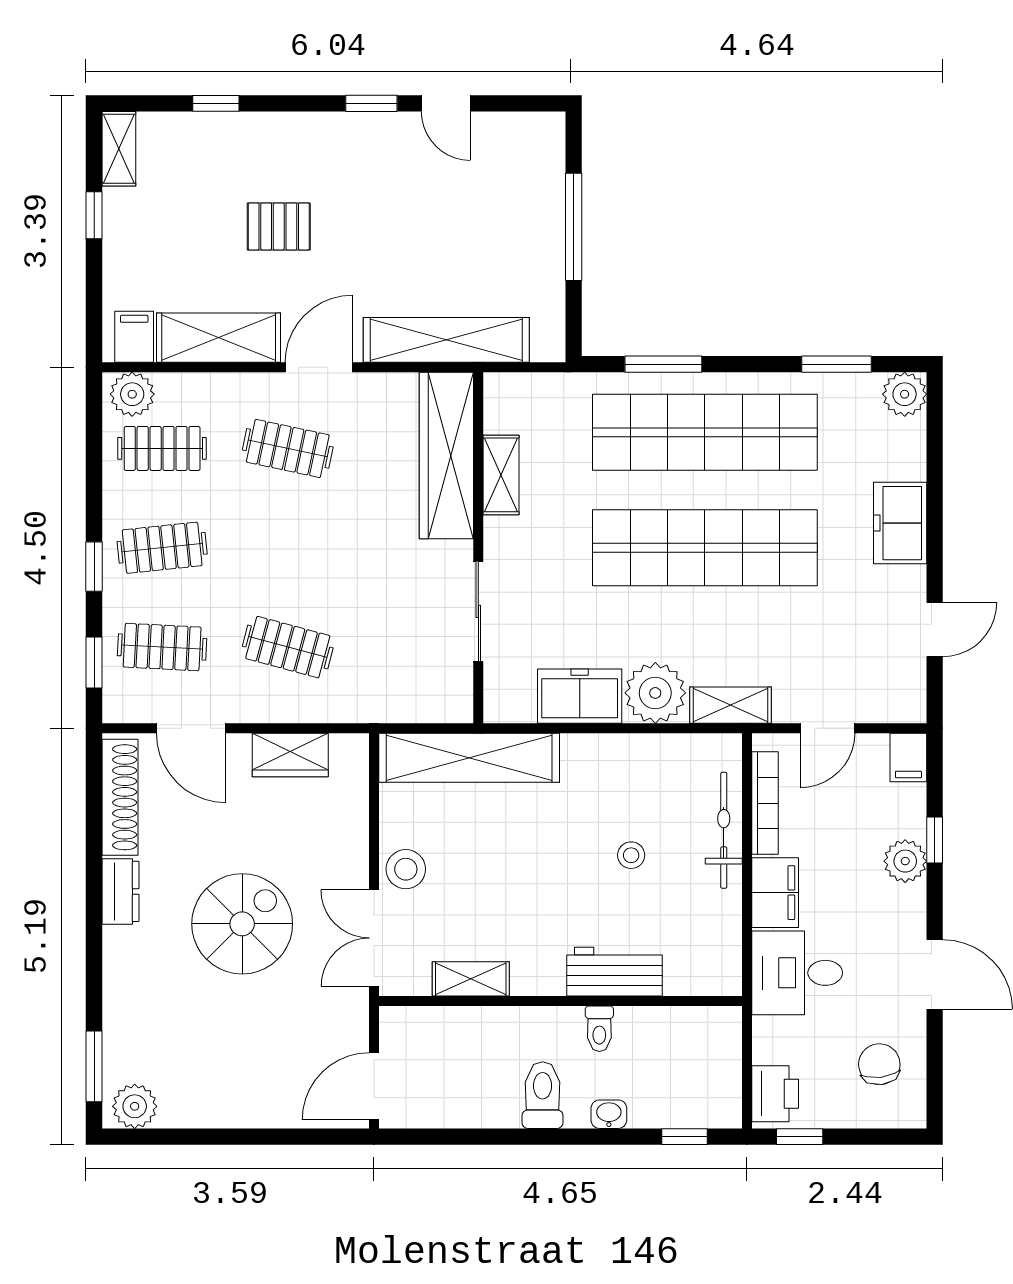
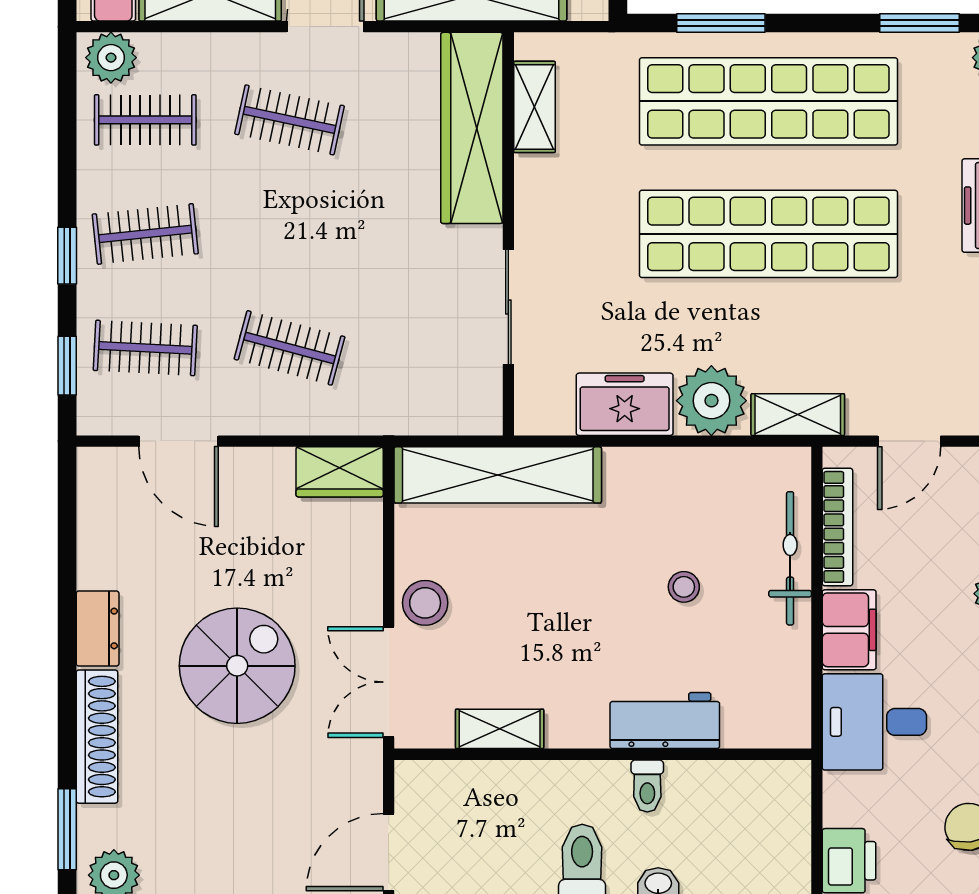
shelving: (501, 475) -> (534, 107), moved
wardrobe: (290, 755) -> (340, 472), moved
shoe rack: (120, 797) -> (97, 737), moved

